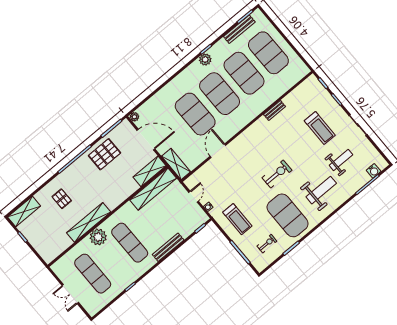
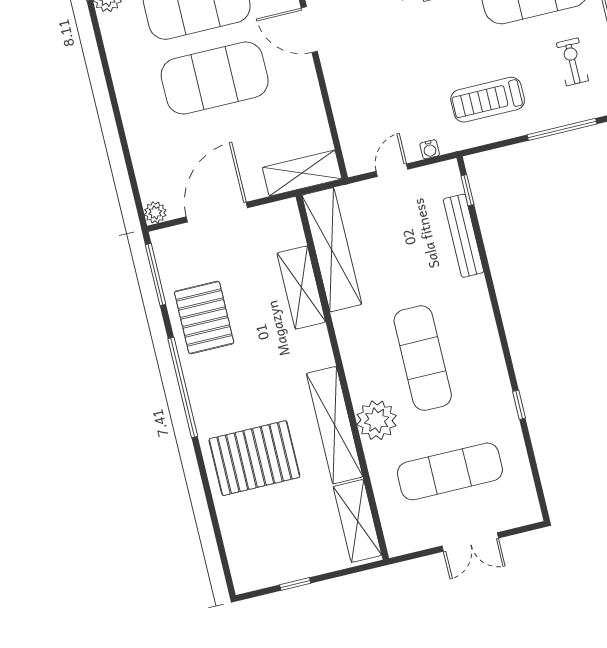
door: (218, 151) -> (309, 30), moved
shelving: (149, 171) -> (301, 287), moved
door: (194, 197) -> (392, 170), hinge flipped
pallet: (62, 199) -> (254, 458), width x2.05, depth x2.00
shelving: (24, 211) -> (357, 521), moved
treadmill: (237, 219) -> (488, 100), turned 180
exercise mat: (130, 243) -> (423, 358), turned 90
bench: (168, 247) -> (463, 236), moved

